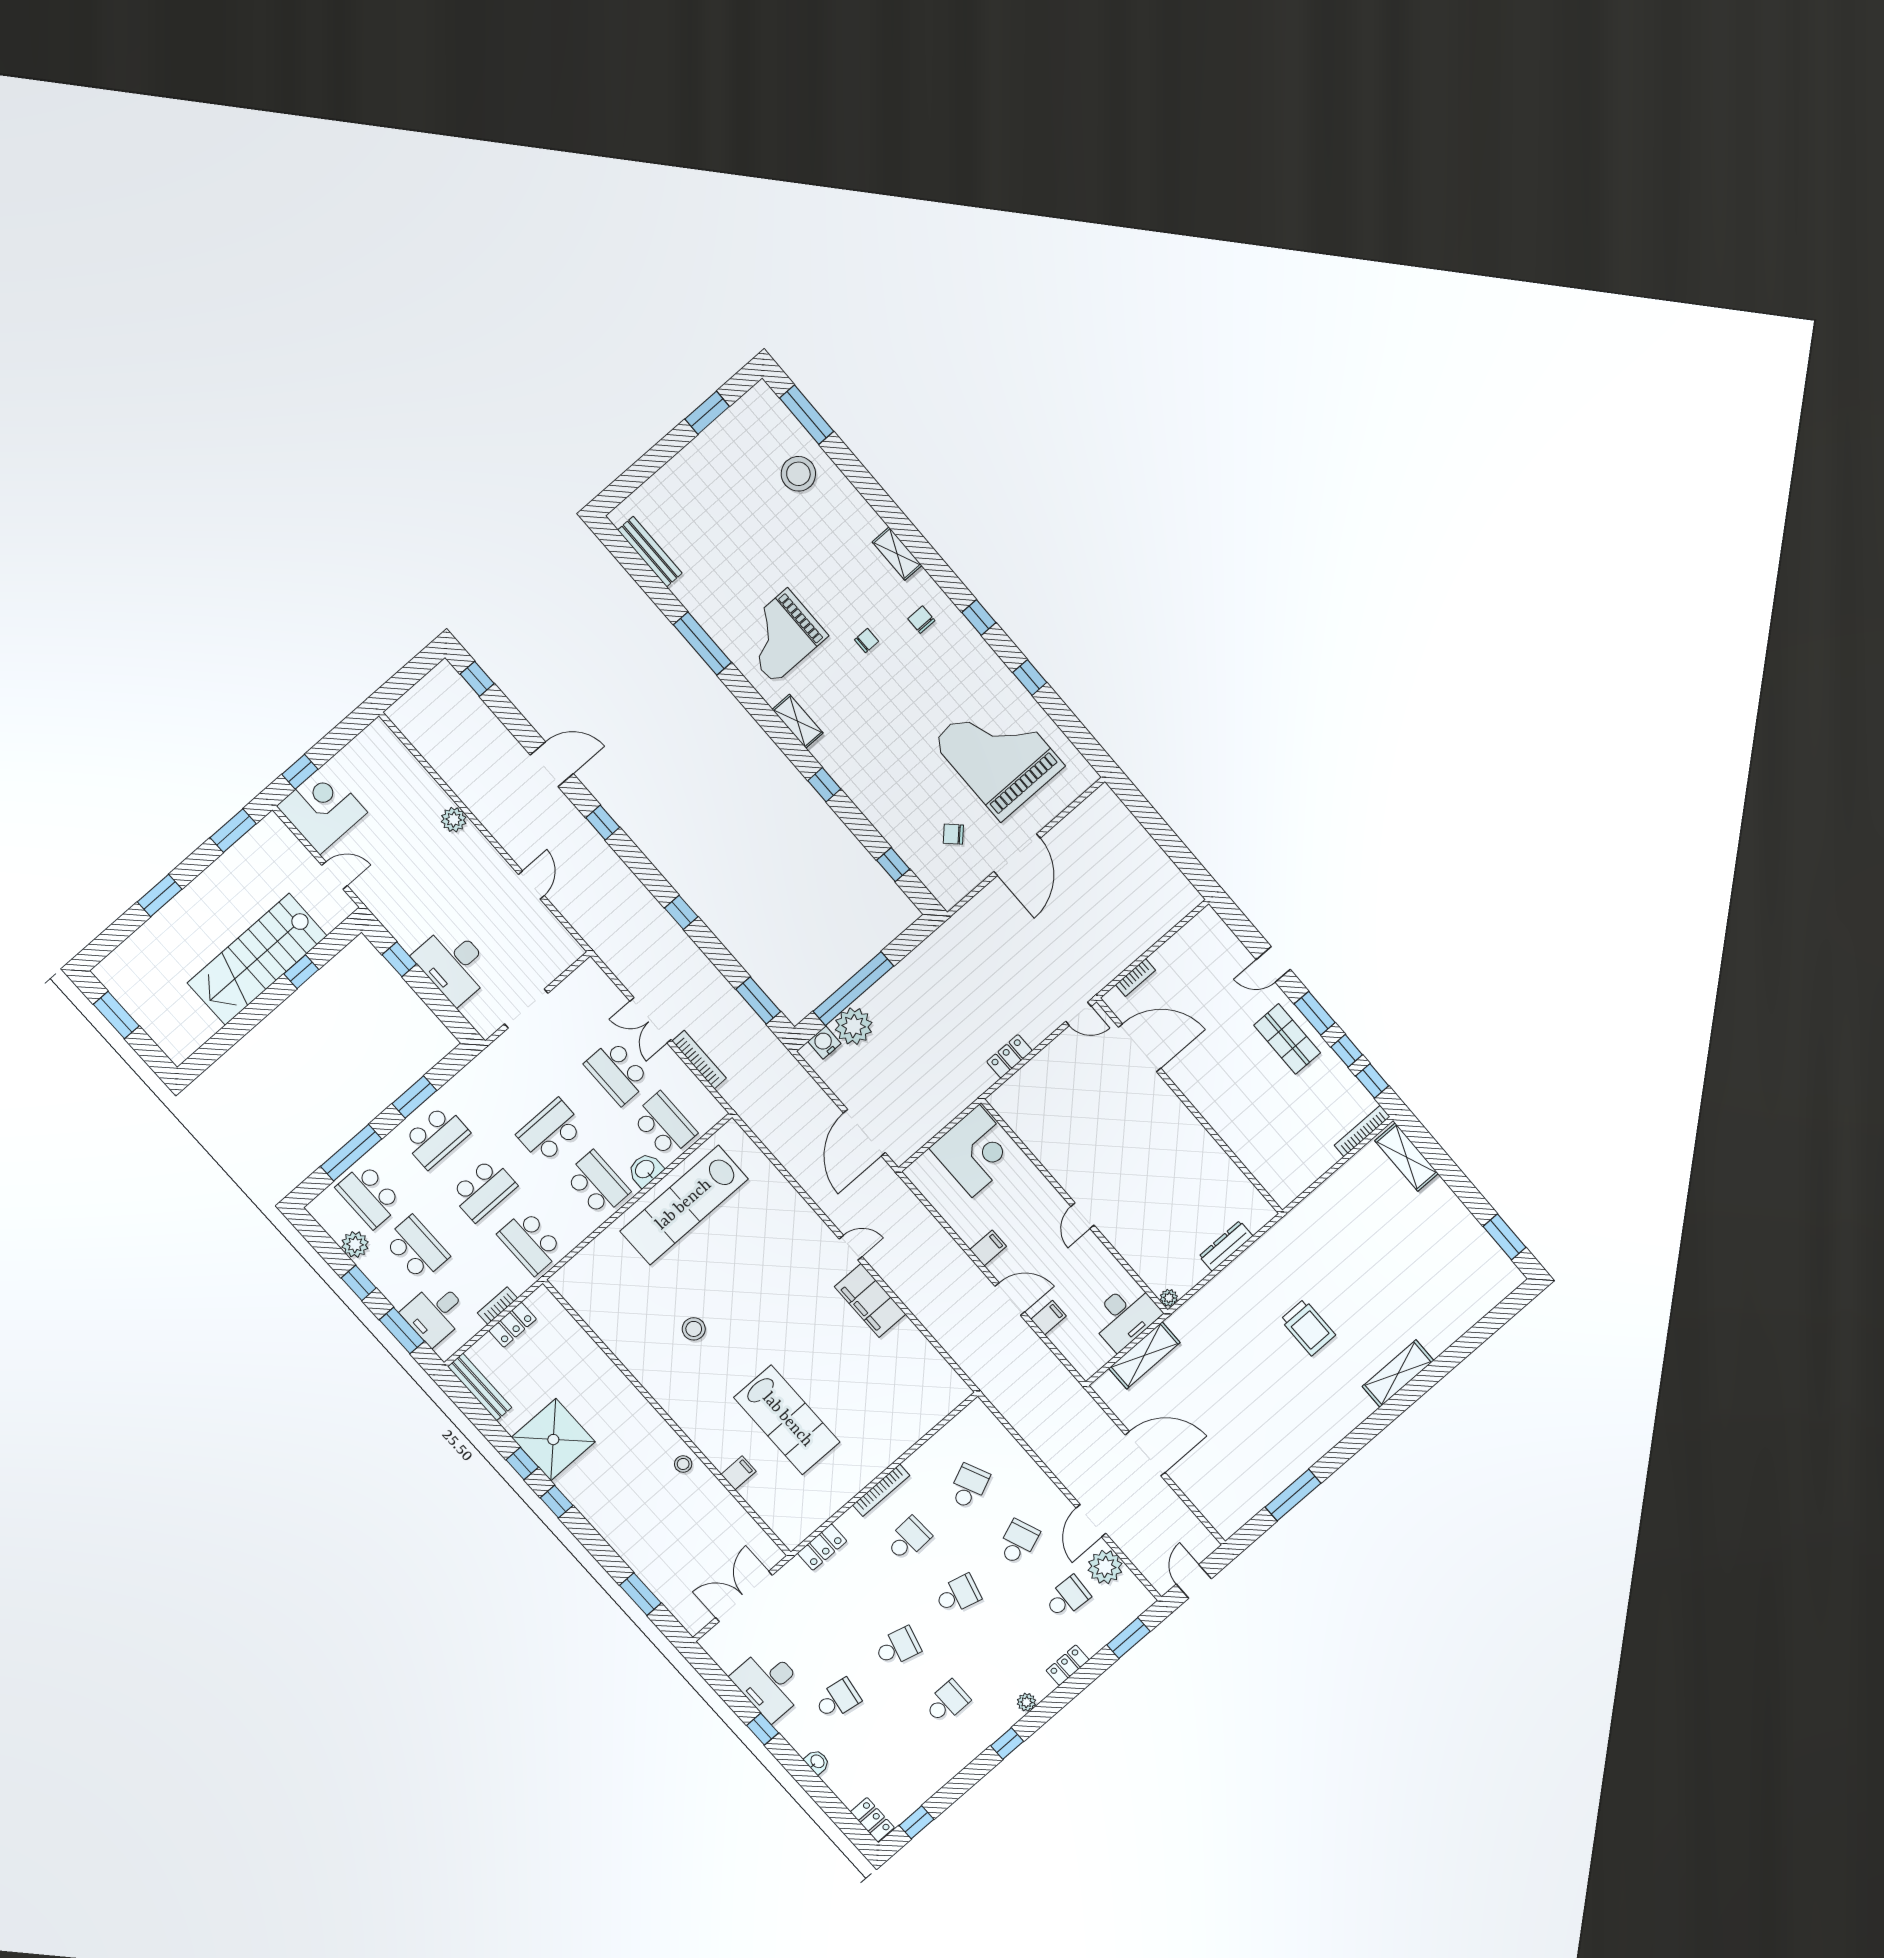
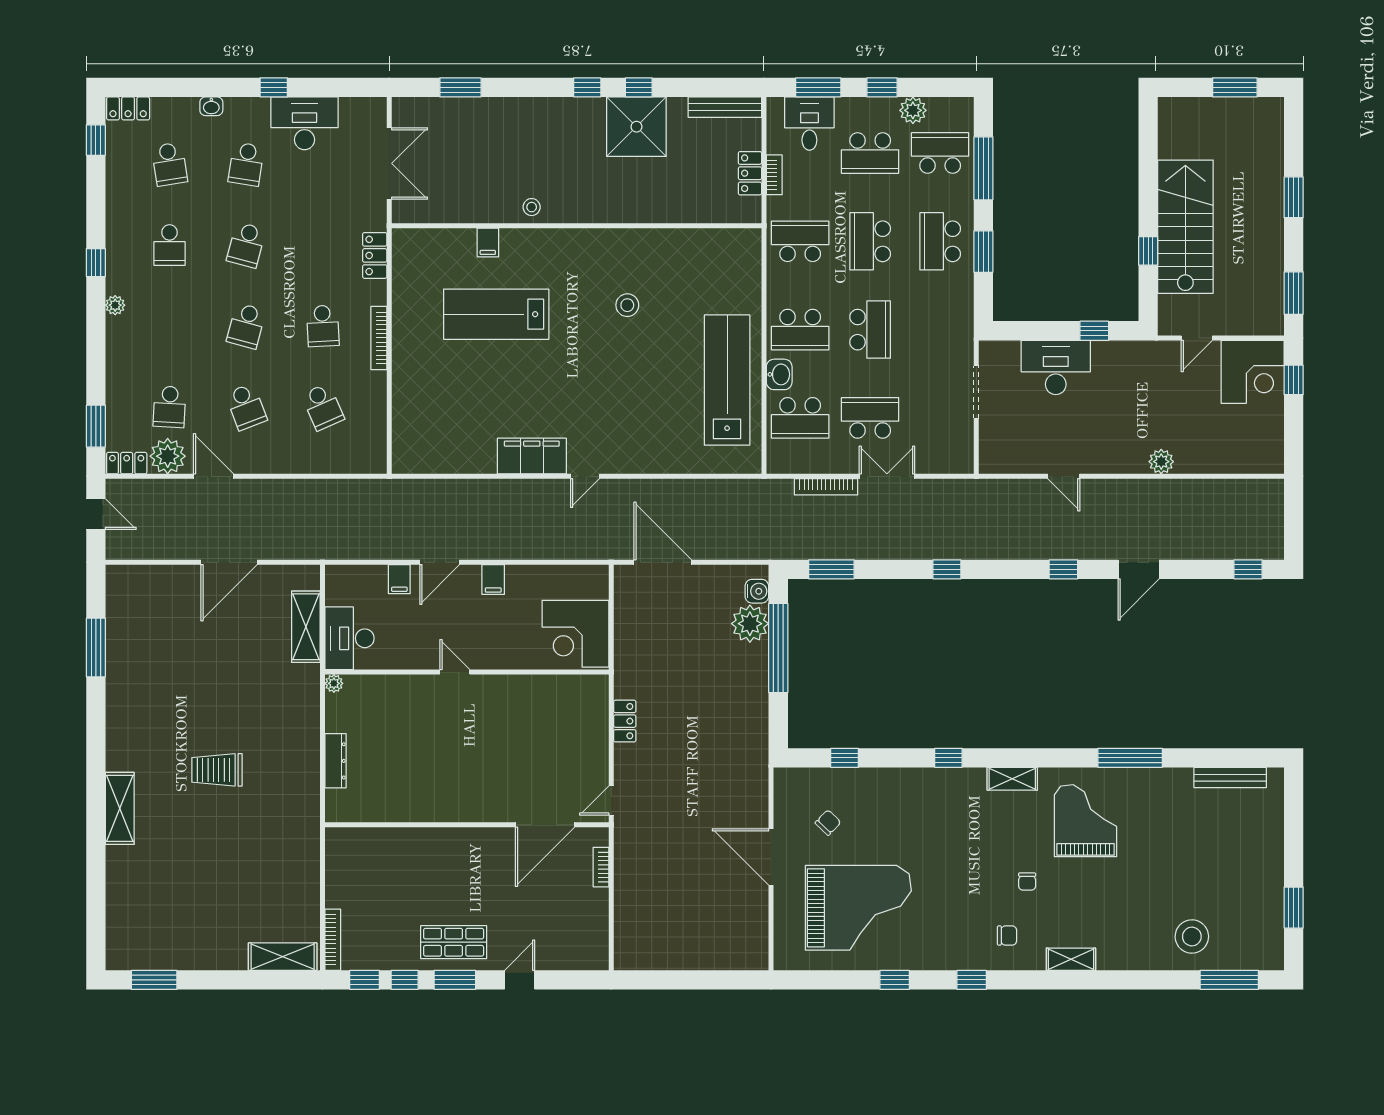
locker: (1068, 1665) -> (127, 463), moved, turned -90
school desk: (887, 1754) -> (169, 164), added

